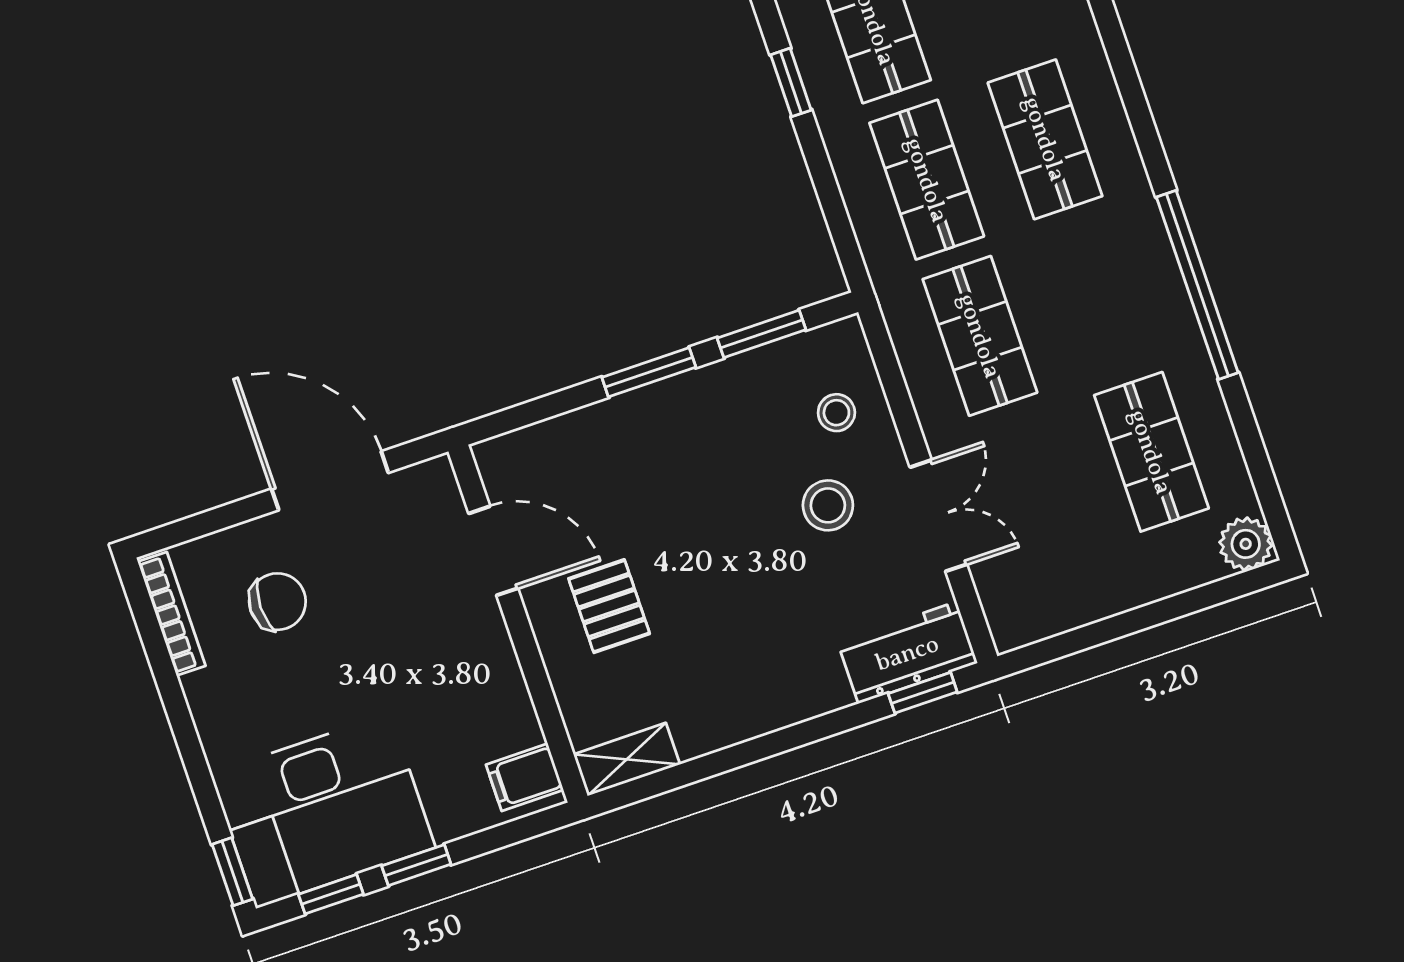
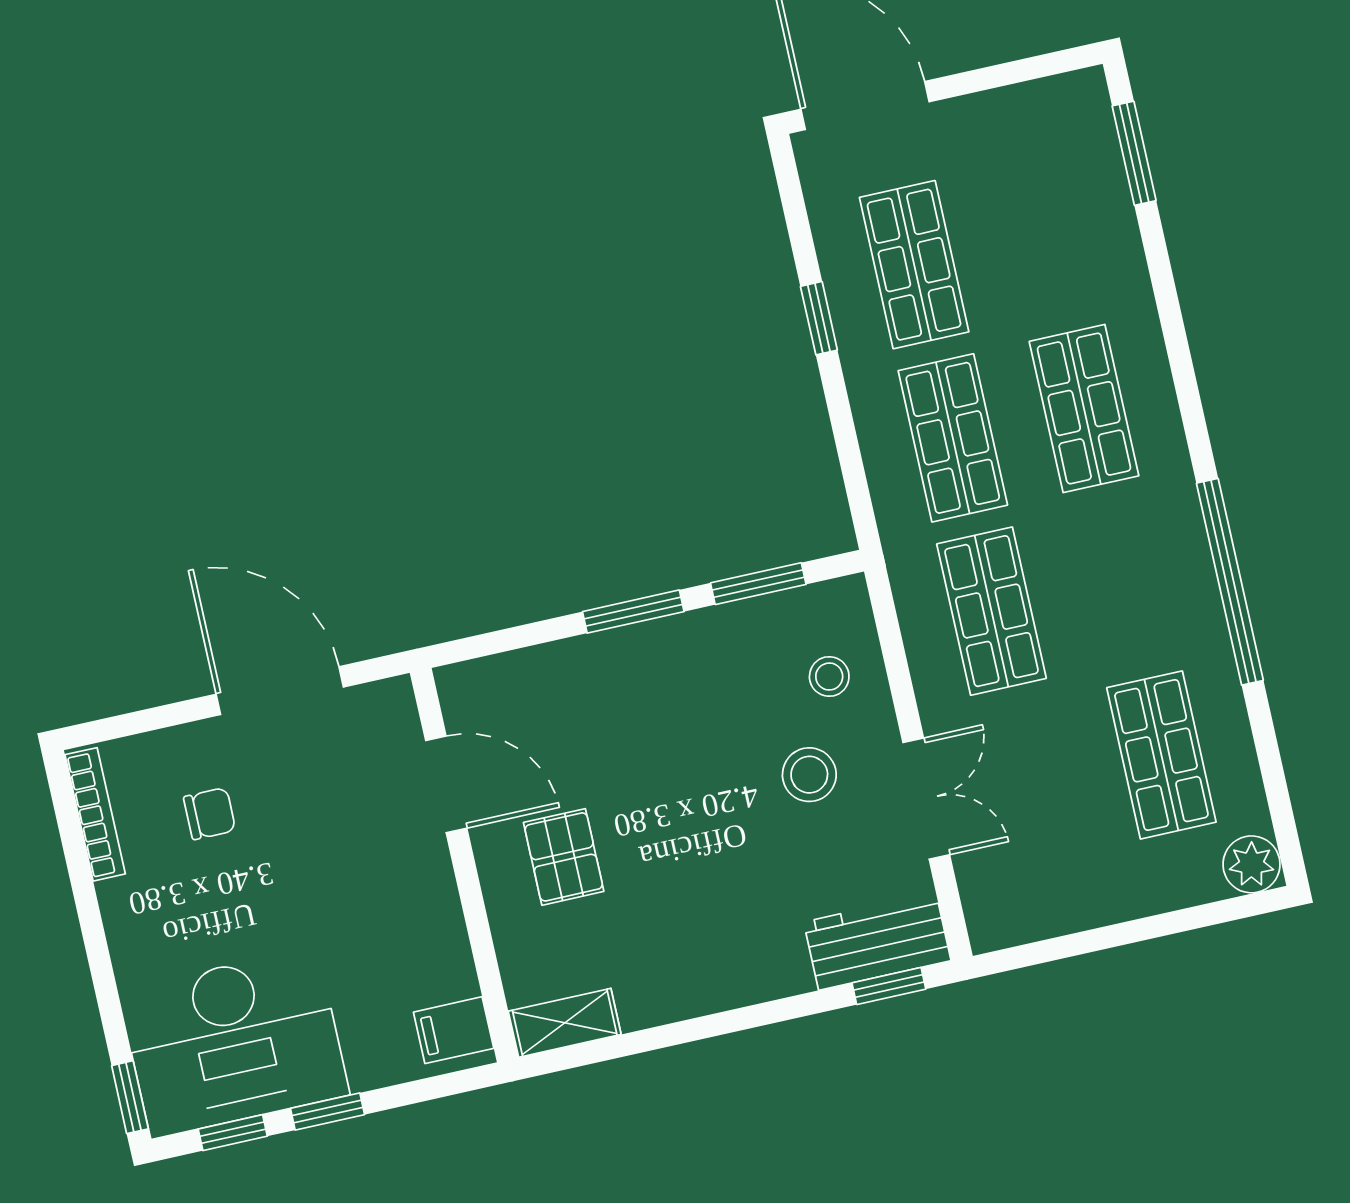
chair: (277, 602) -> (210, 814), width x0.73, depth x0.73

